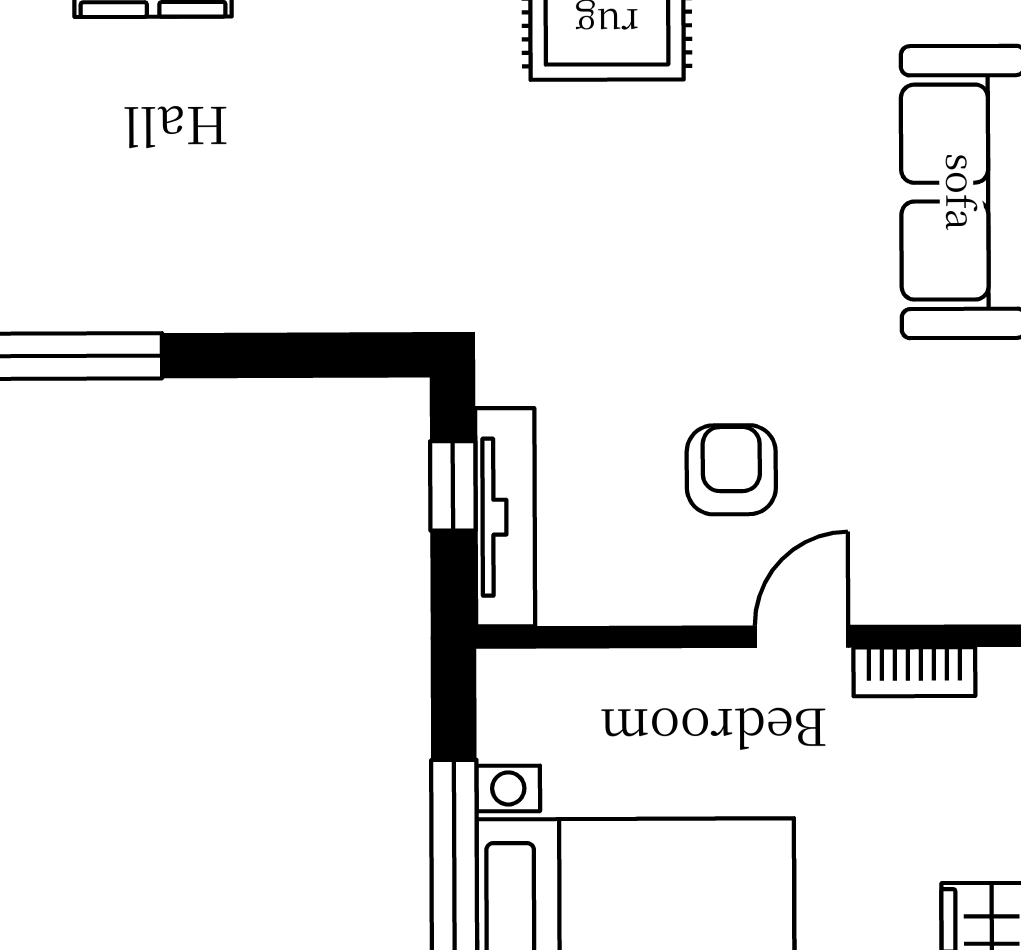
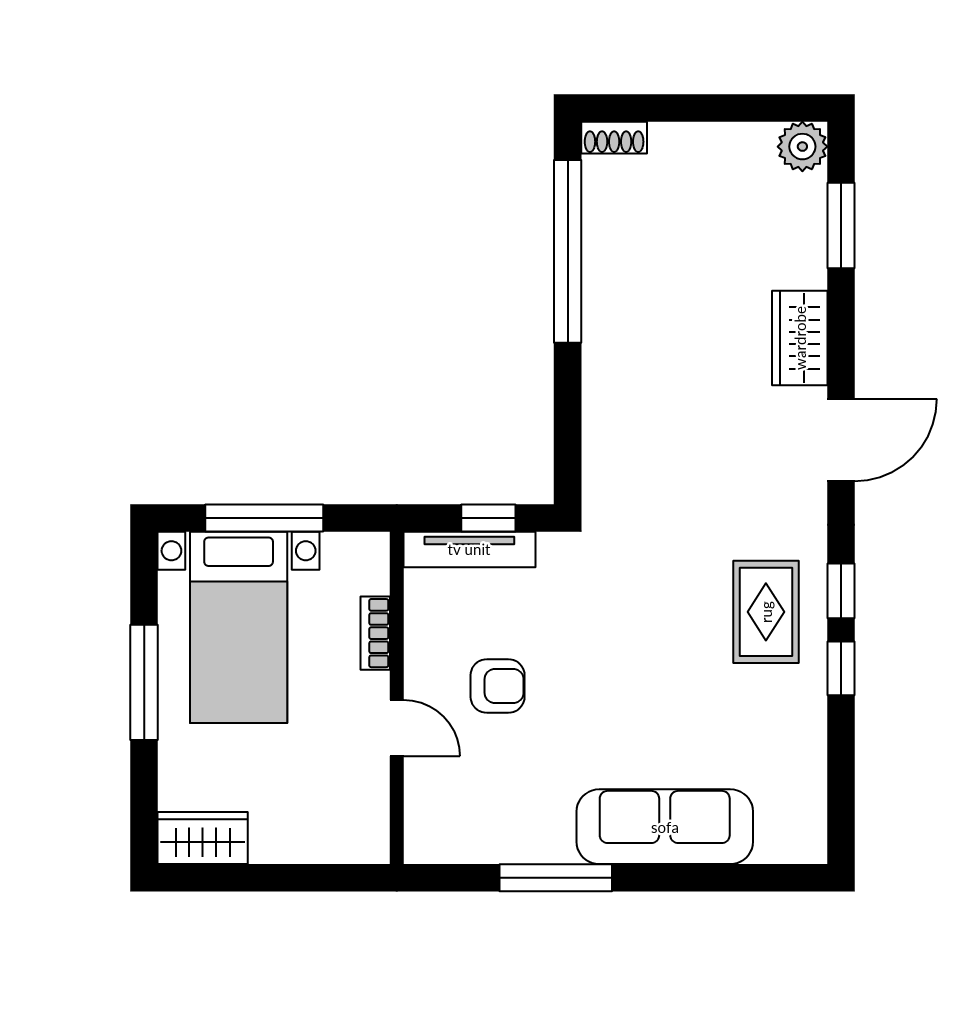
bookcase: (914, 672) -> (375, 633), moved

